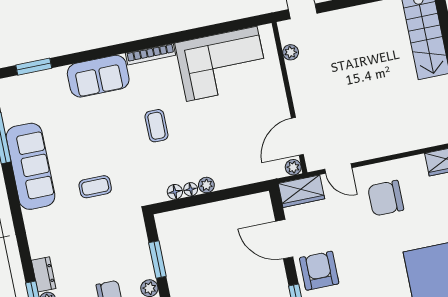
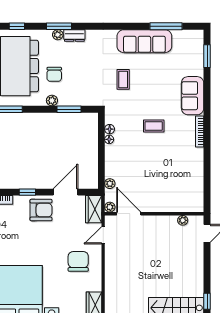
corner sofa: (222, 64) -> (184, 175), removed
plant: (206, 185) -> (110, 184), moved

